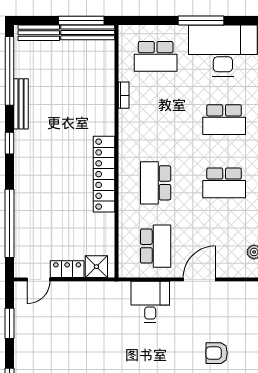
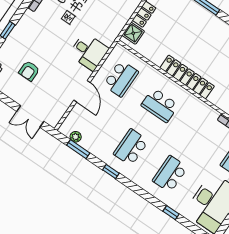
school desk: (156, 183) -> (160, 105), turned 180
school desk: (156, 246) -> (121, 78), turned -90
armchair: (217, 353) -> (29, 71), turned 180

